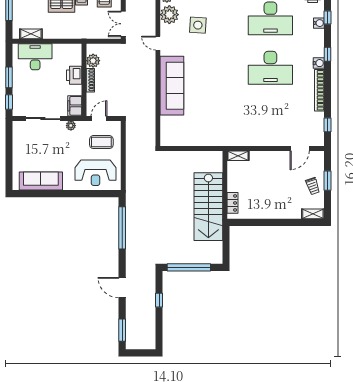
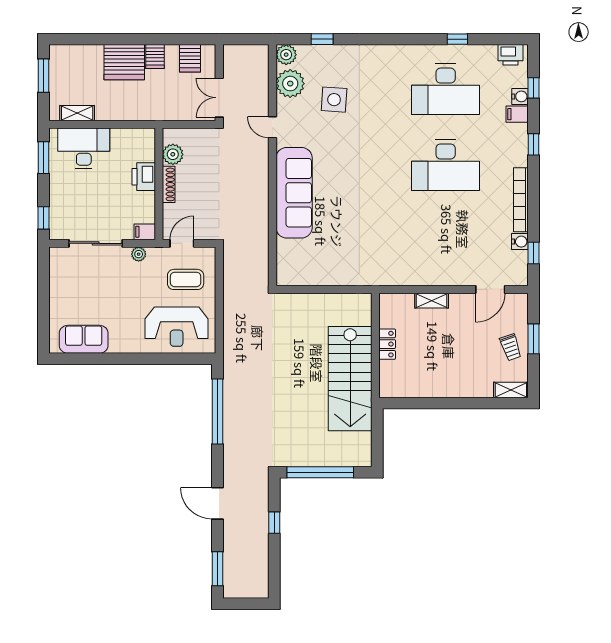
filing cabinet: (317, 35) -> (517, 114), added
water cooler: (319, 63) -> (520, 242), moved
window: (9, 77) -> (43, 158), moved
filing cabinet: (75, 106) -> (145, 232), width x0.50
shelving: (238, 156) -> (432, 301), moved
sofa: (41, 181) -> (84, 339), width x0.73
locker: (232, 203) -> (387, 344), moved

